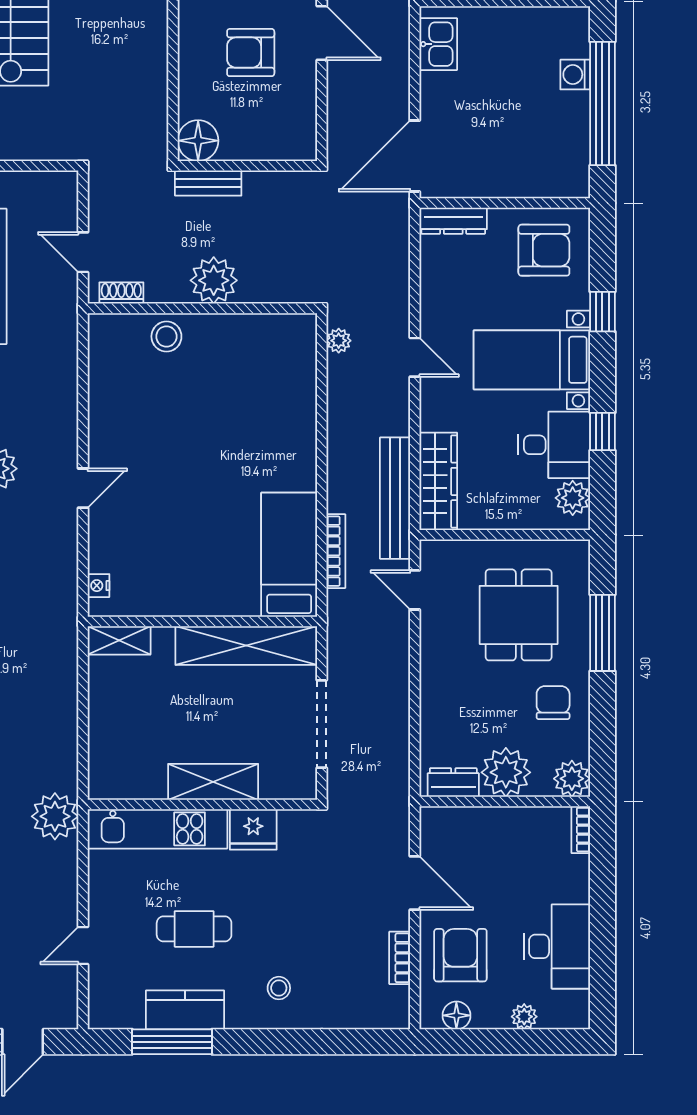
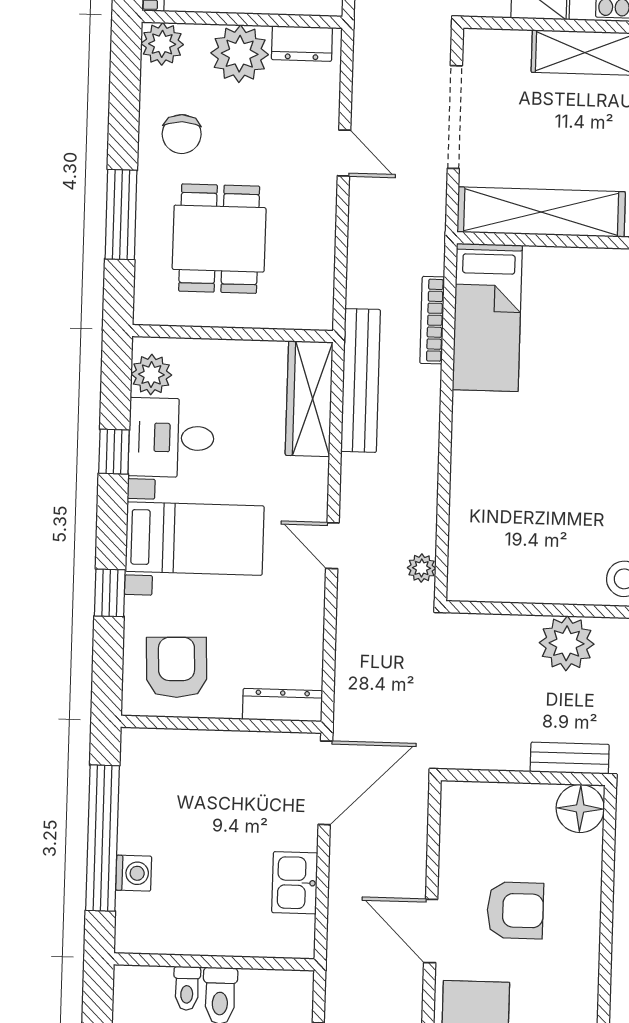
kitchen sink: (438, 44) -> (295, 883), moved
armchair: (544, 250) -> (177, 667), turned 88
door: (415, 590) -> (344, 153), moved

